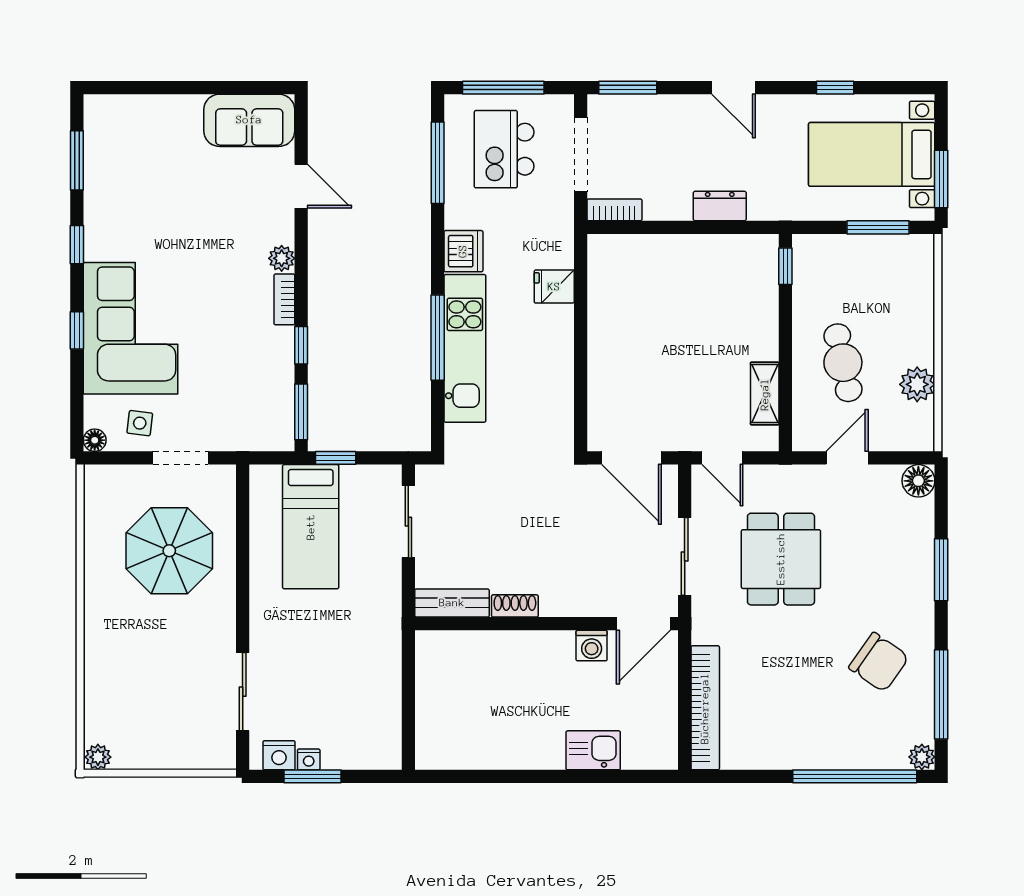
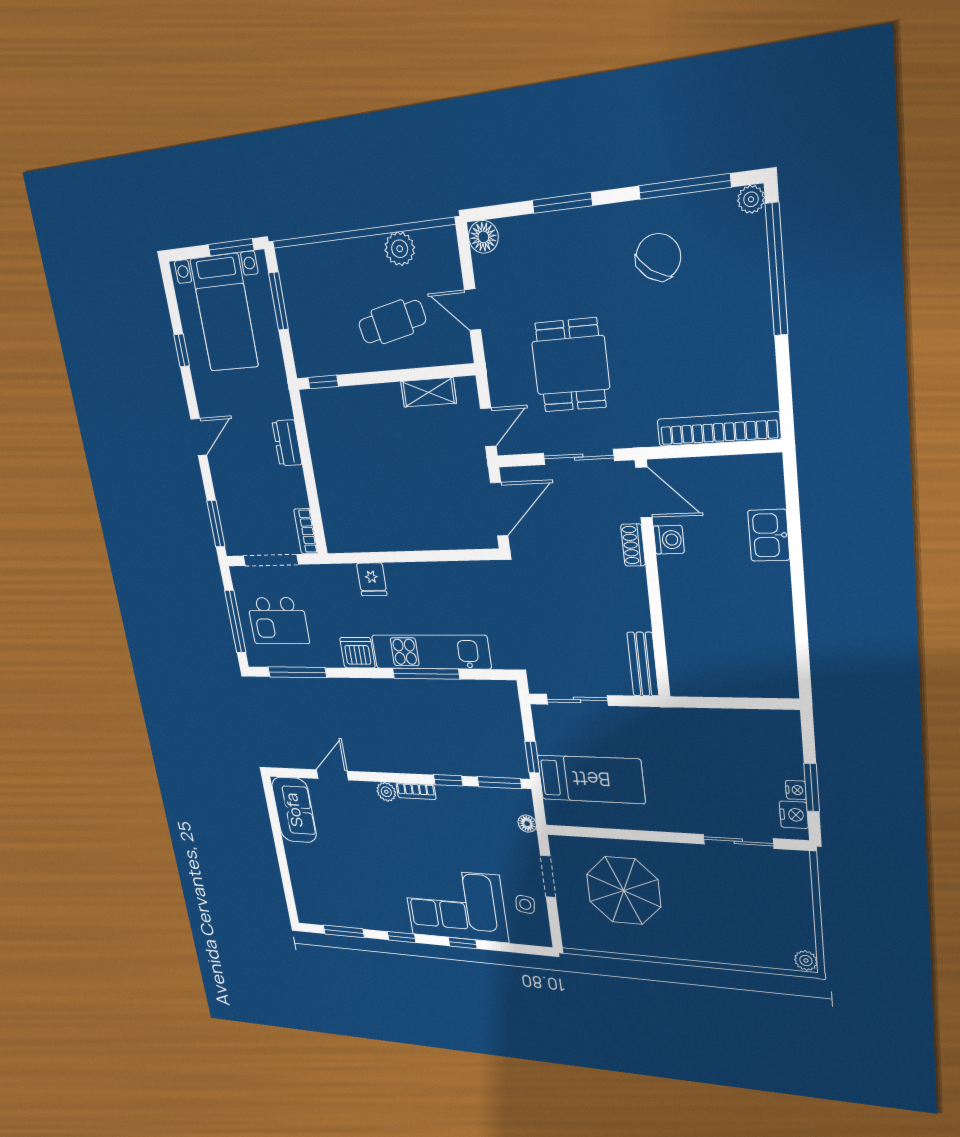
floor lamp: (95, 440) -> (527, 824), moved
dining table: (781, 559) -> (571, 365), turned 90
shoe rack: (515, 606) -> (633, 545), moved

